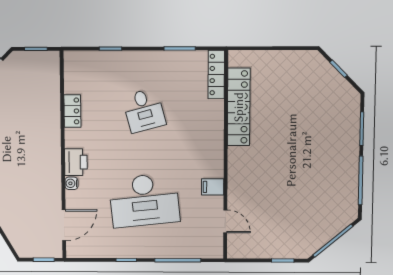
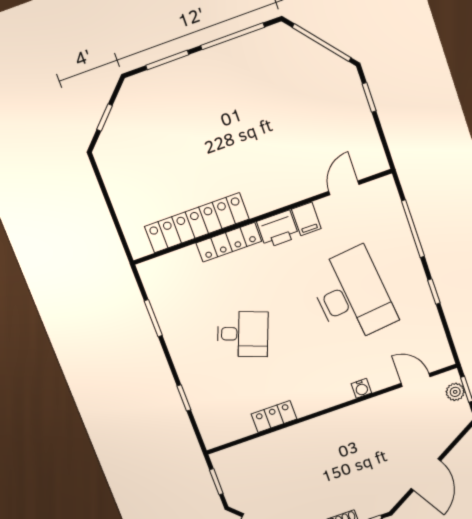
locker: (216, 75) -> (229, 242), moved
desk: (144, 110) -> (243, 334), turned 36
printer: (76, 162) -> (278, 229), moved, turned 180
door: (64, 225) -> (416, 380), width x0.73
plant: (45, 251) -> (455, 392), added

